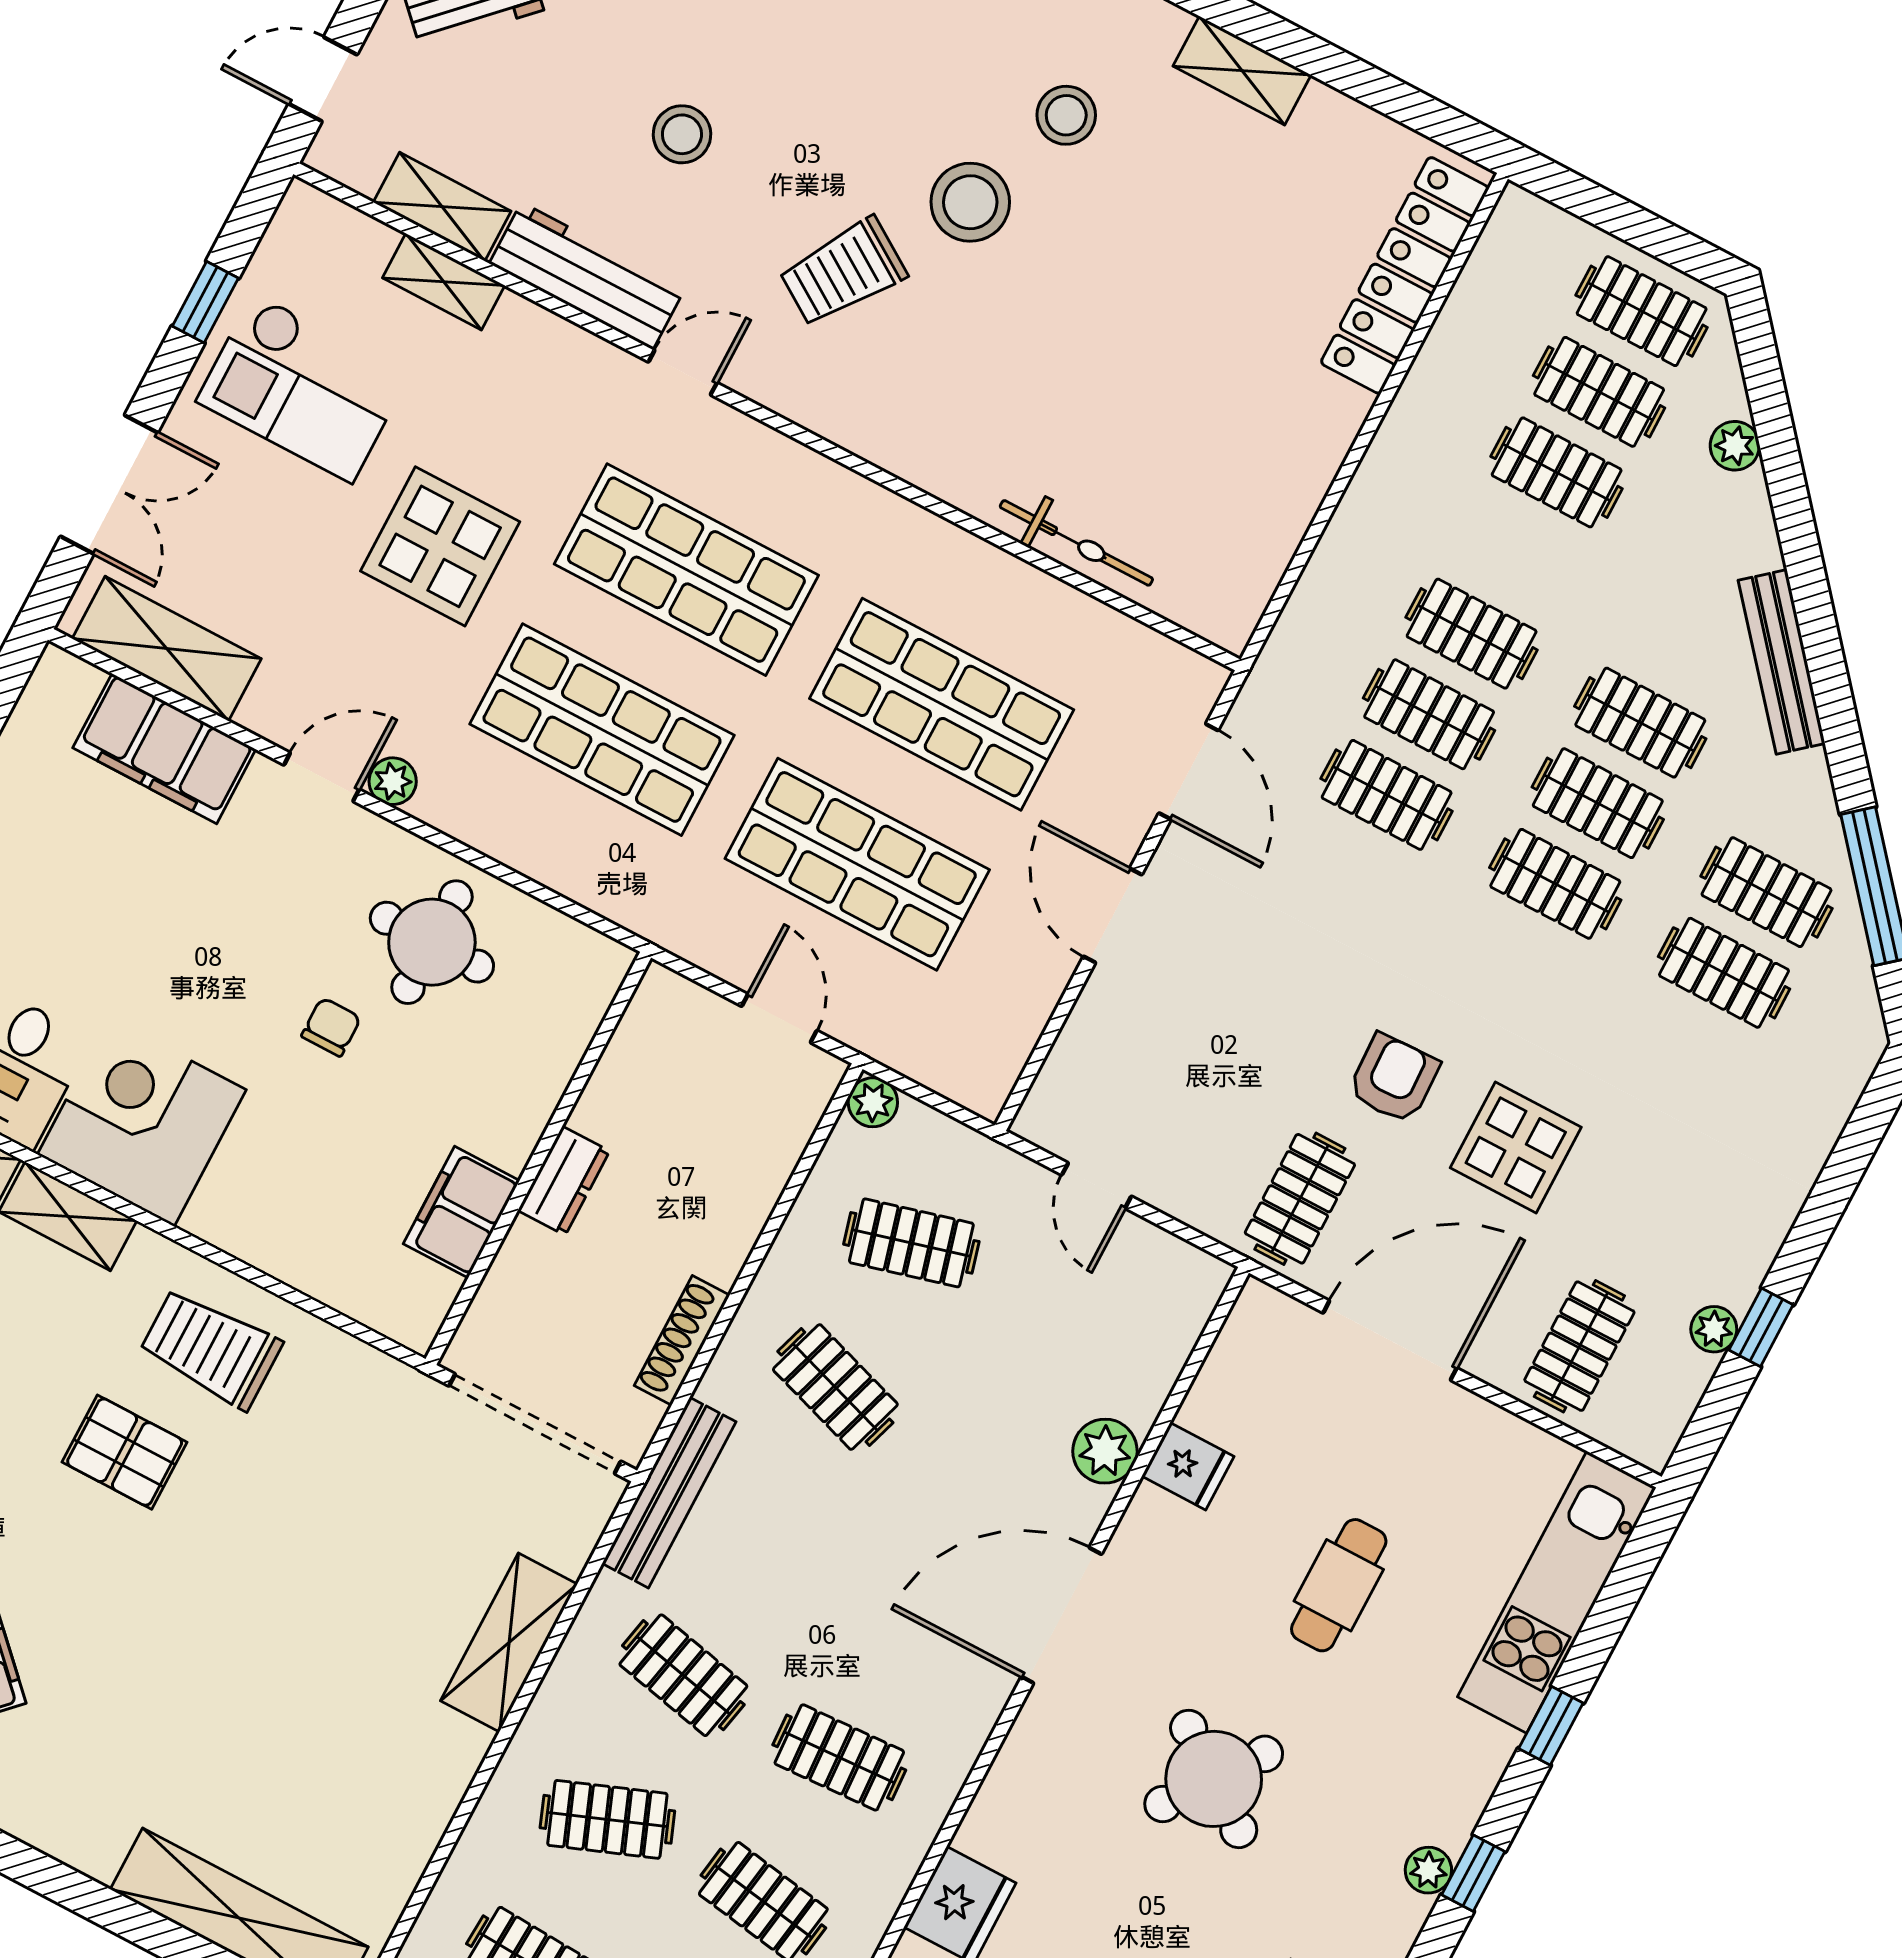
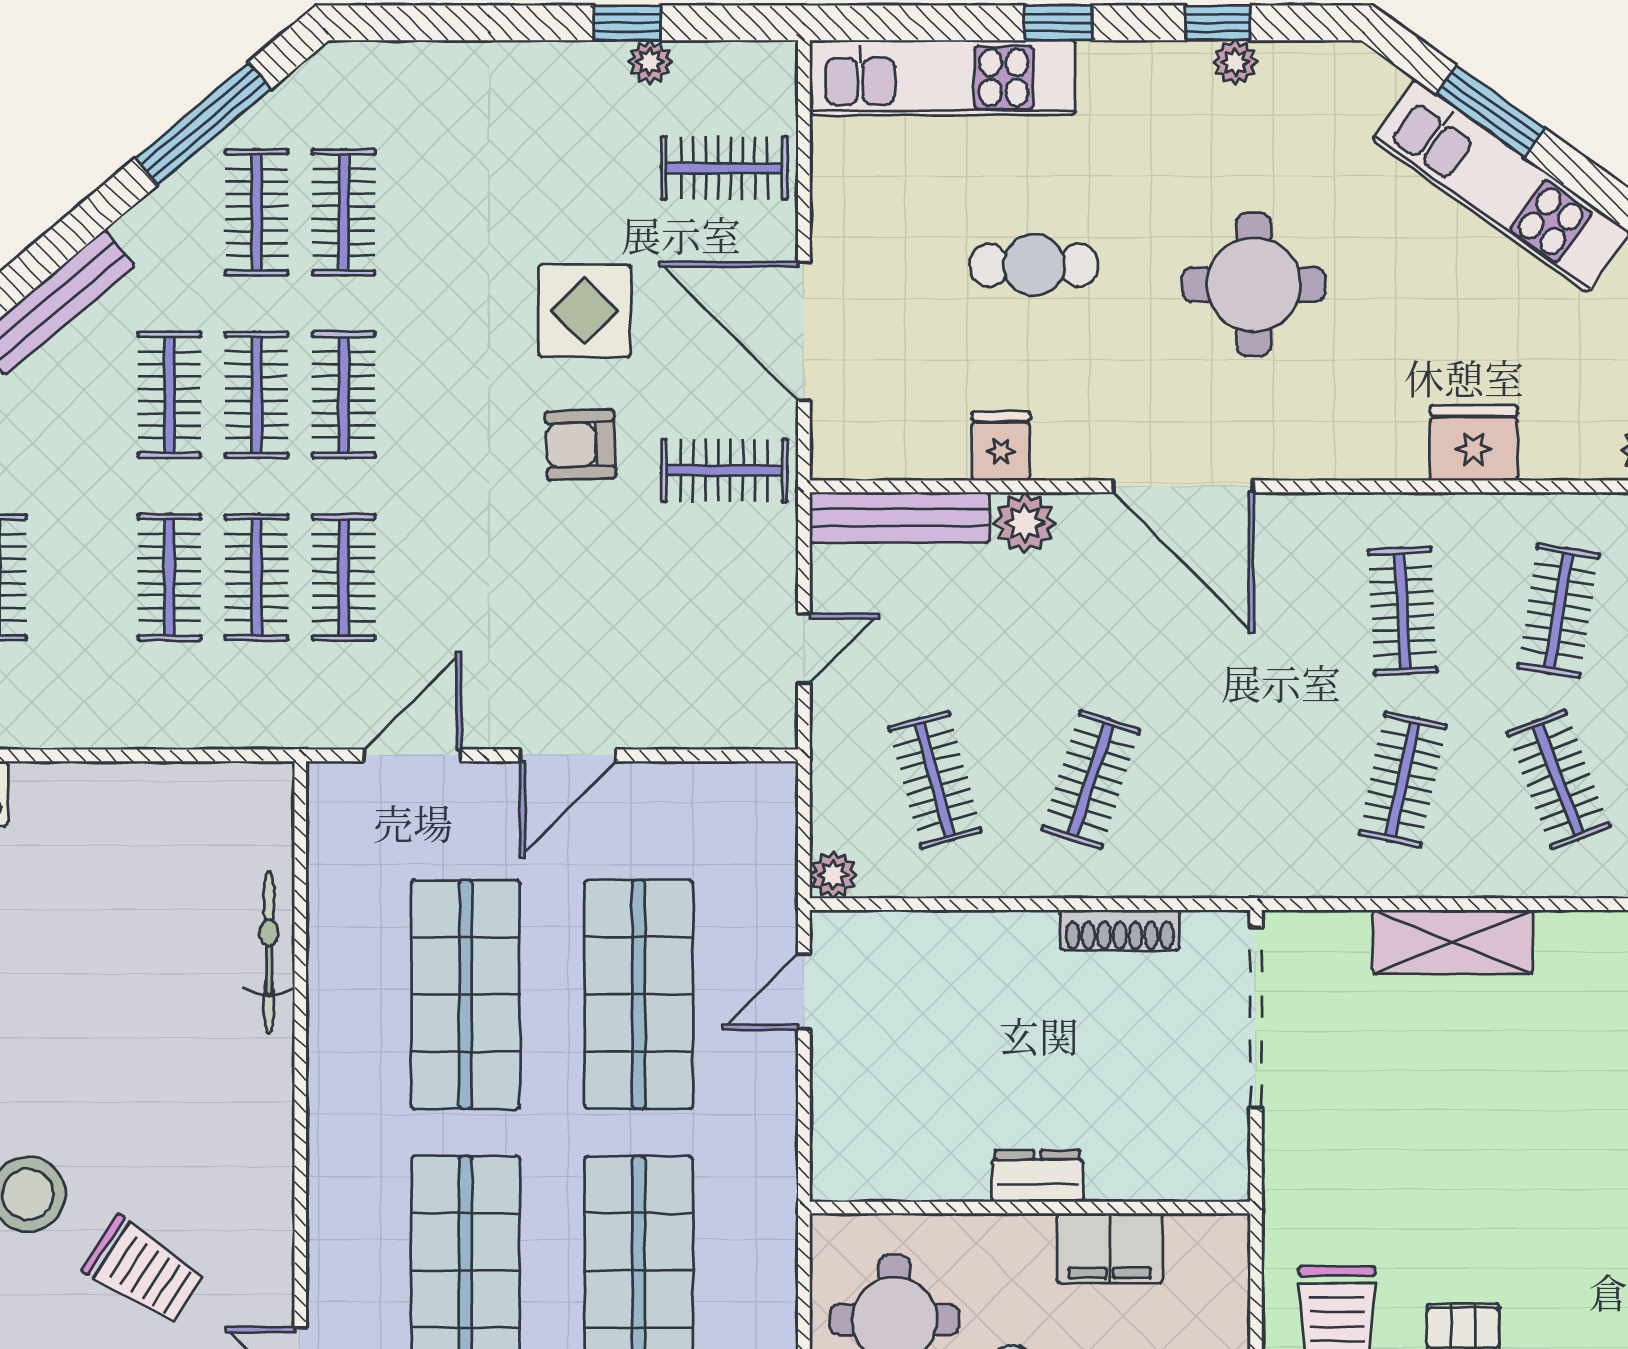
wall: (538, 1158) -> (1030, 1207), moved
dresser: (564, 1181) -> (1037, 1176), moved
filing cabinet: (462, 1212) -> (1110, 1248), moved
bench: (669, 1493) -> (900, 517), moved
round table: (1214, 1779) -> (1254, 285), turned -36

